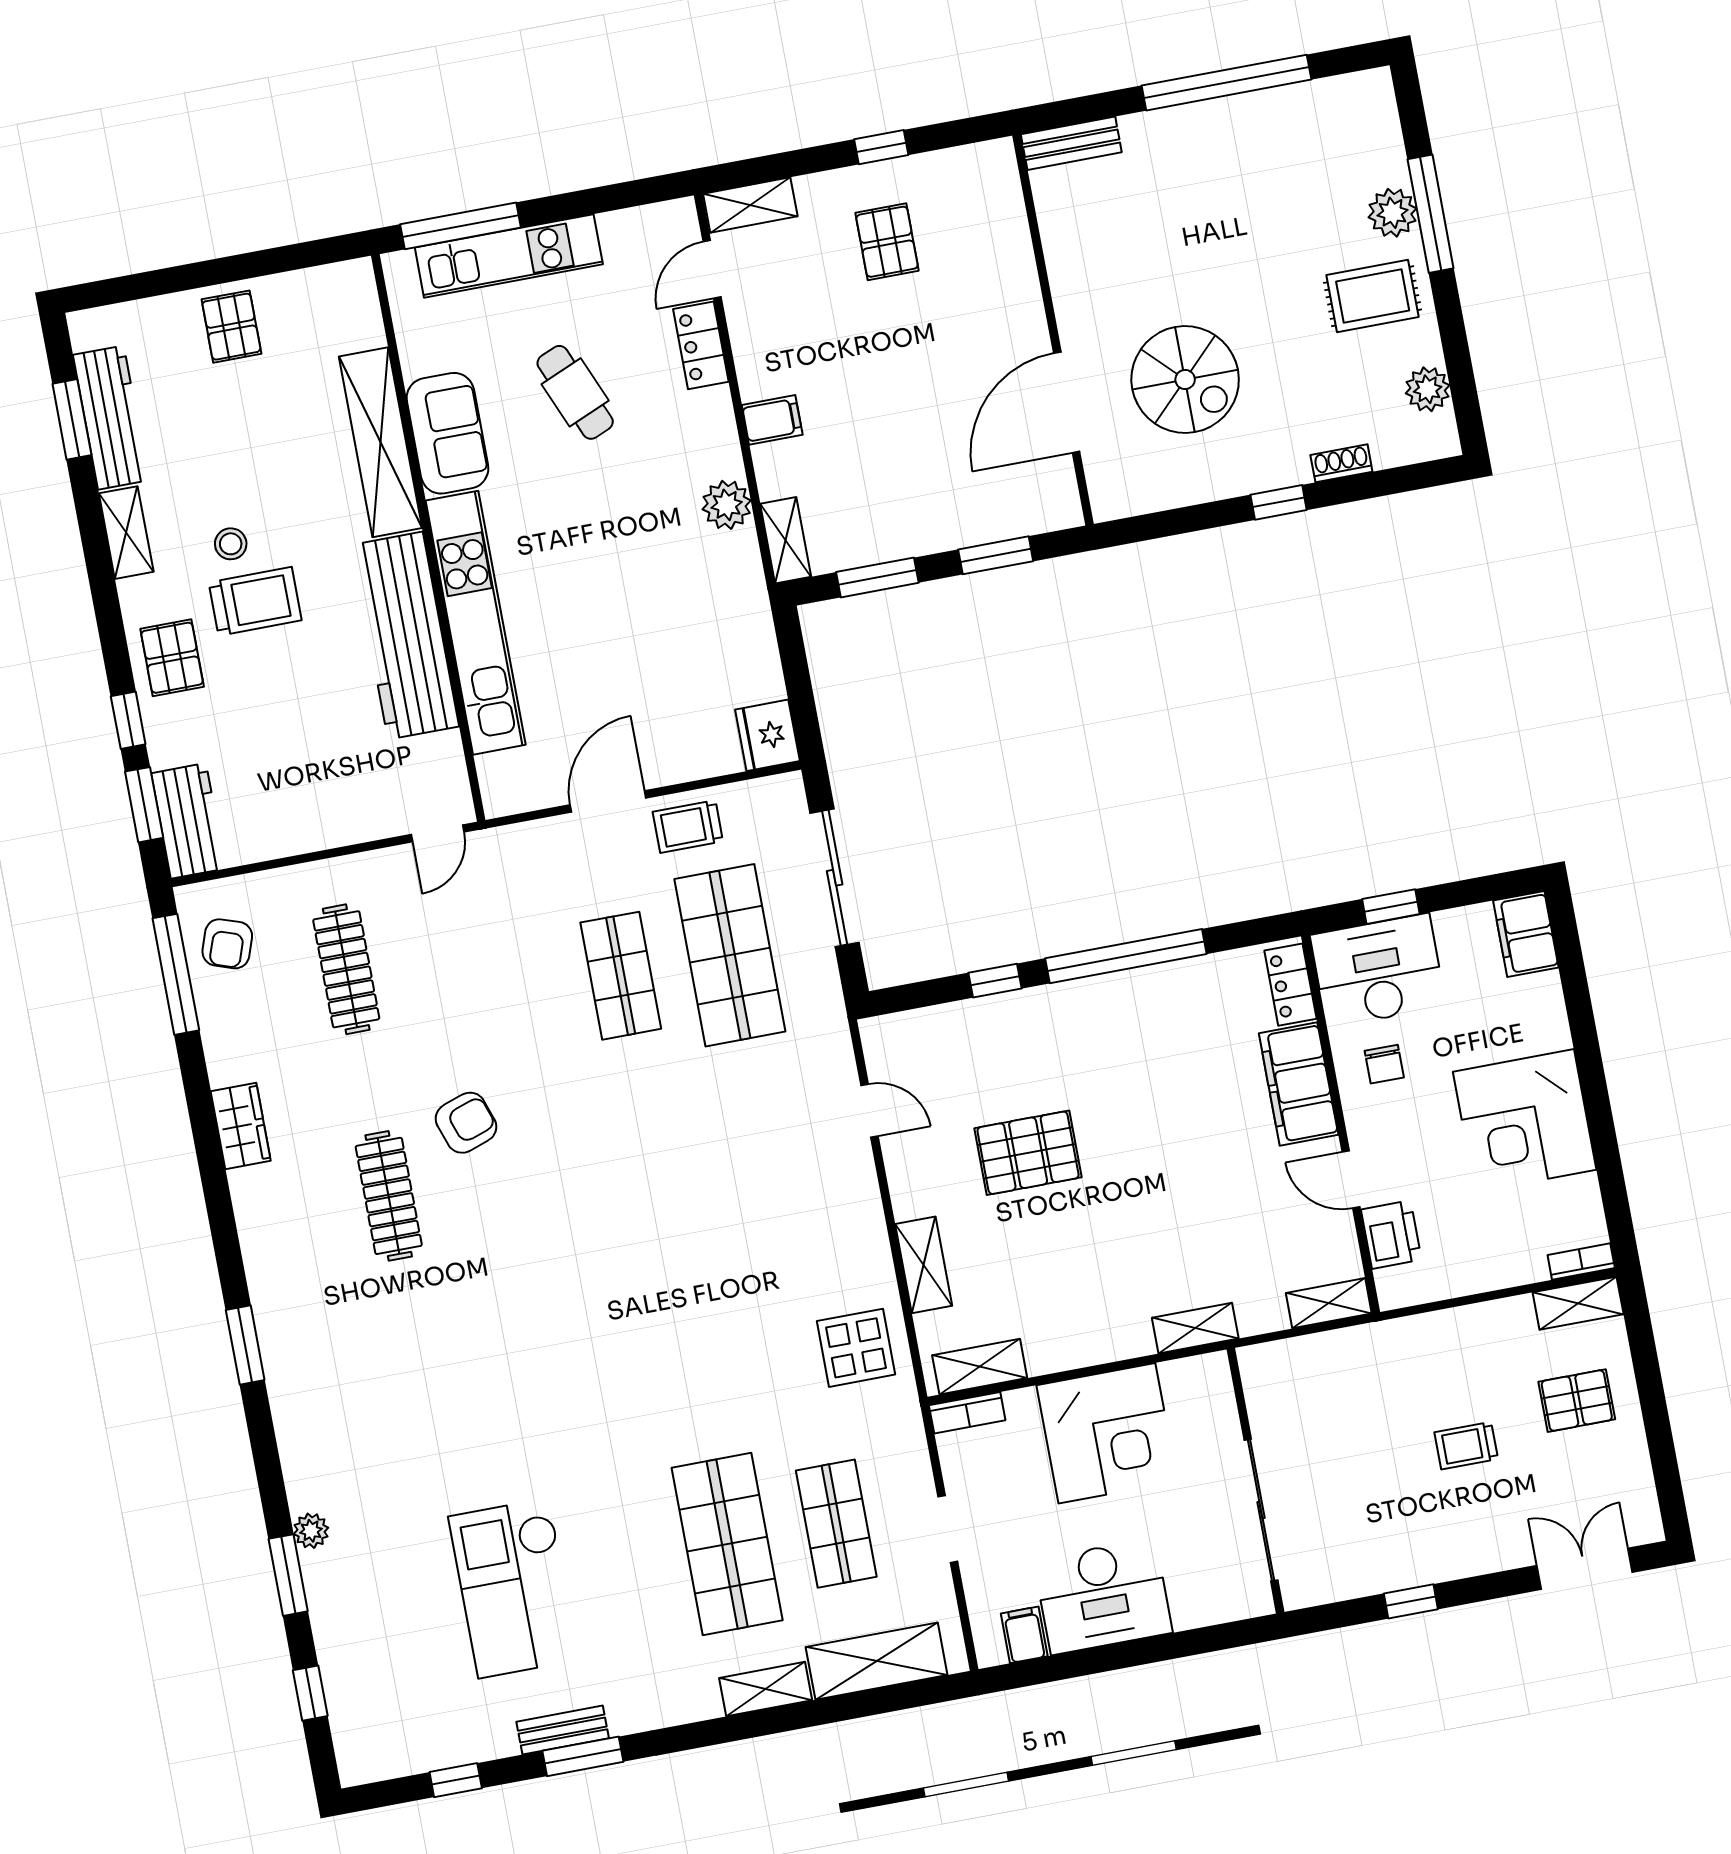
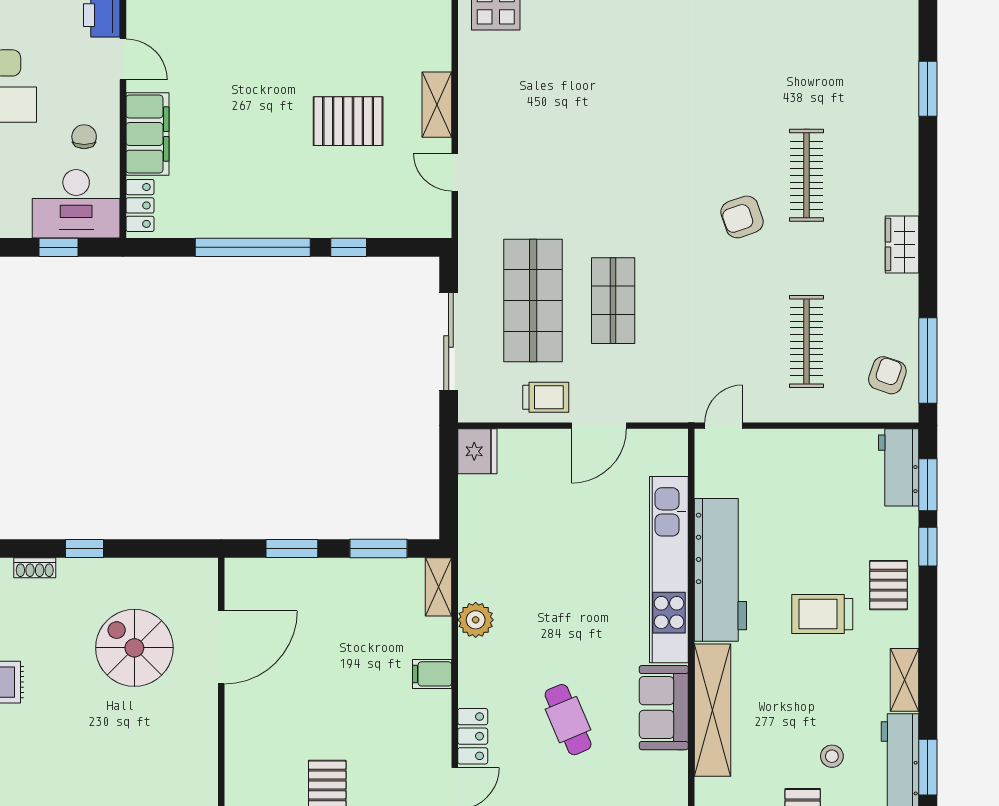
stool: (231, 544) -> (832, 756), moved
shelving: (924, 1265) -> (437, 105), moved

